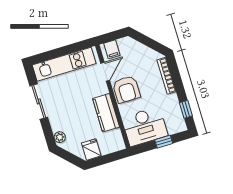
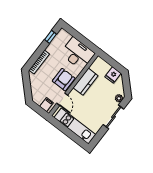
door: (105, 72) -> (62, 99), swing flipped
sliding door: (39, 101) -> (113, 117), moved
window: (164, 142) -> (78, 36), removed

